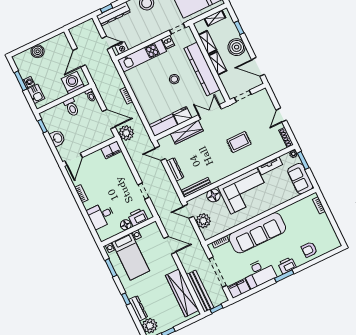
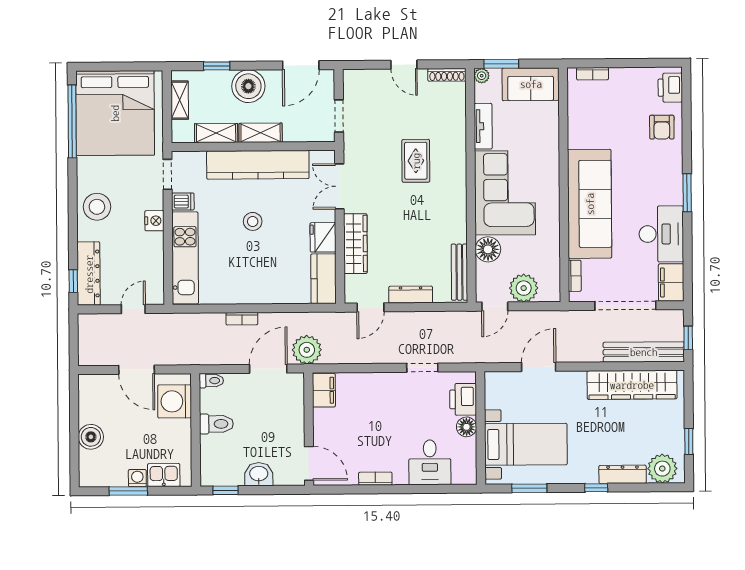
nightstand: (122, 48) -> (154, 221), moved
printer: (287, 265) -> (670, 88), moved

